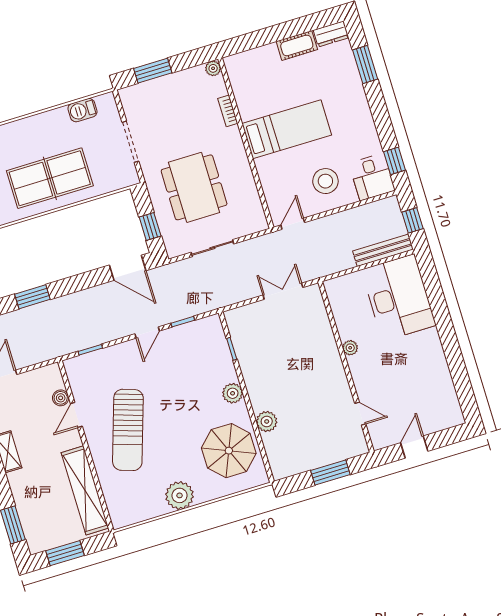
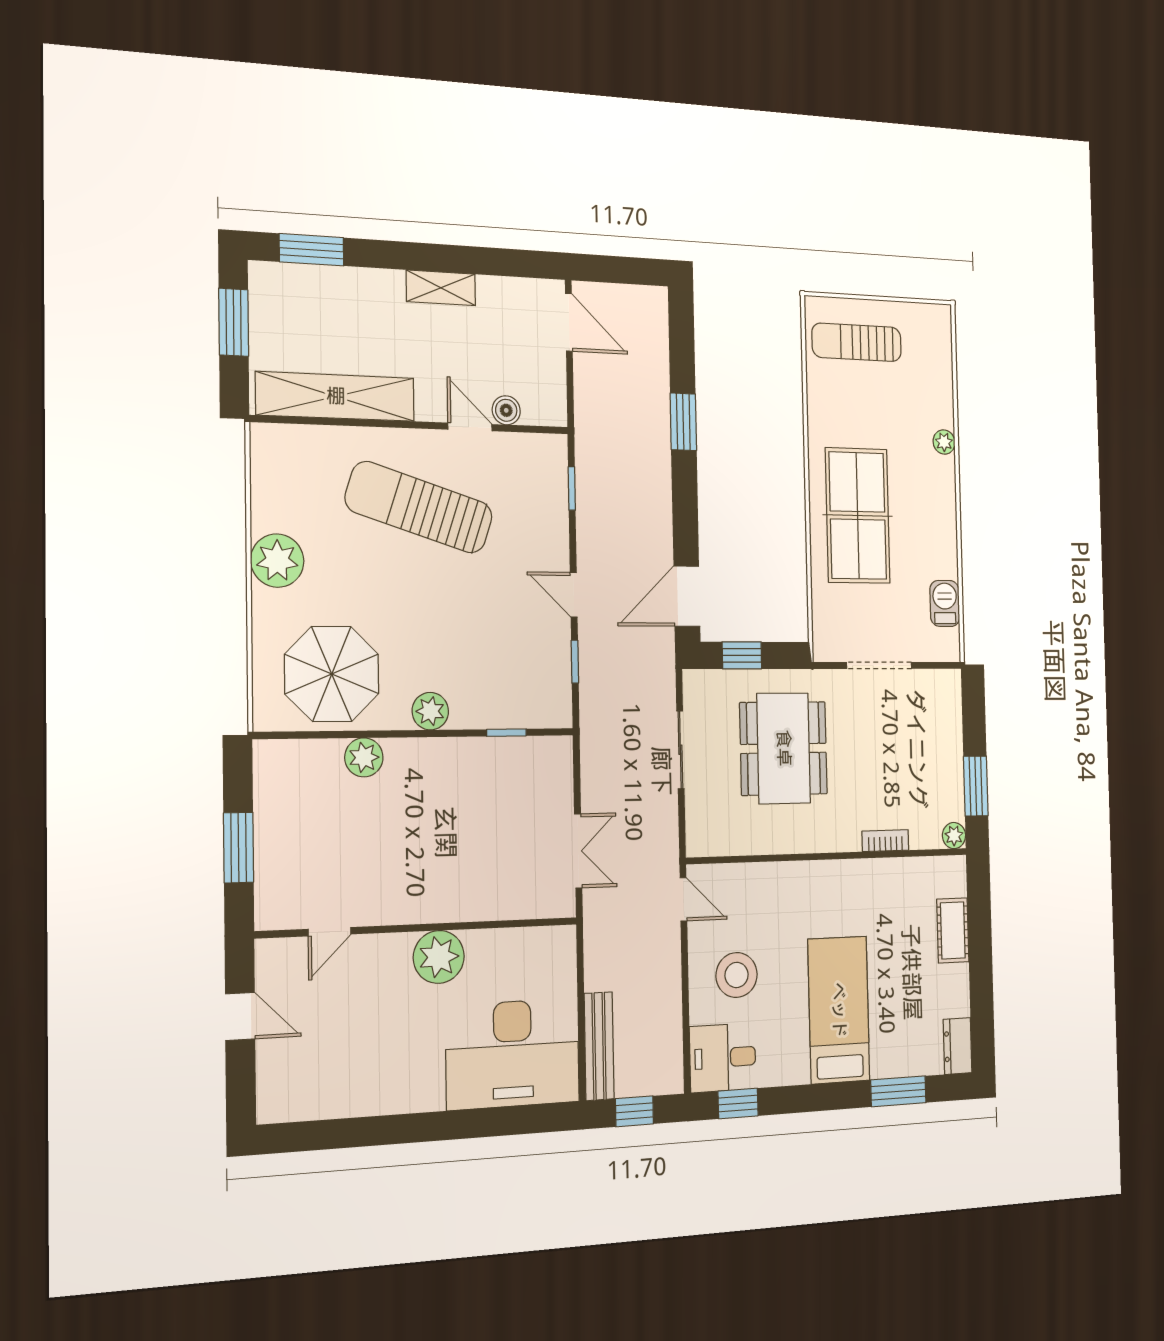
cot: (297, 45) -> (953, 930), moved
window: (153, 71) -> (976, 786), moved
bed: (287, 129) -> (839, 1010), moved, turned 180
dining table: (194, 187) -> (784, 748), turned 90
plant: (350, 348) -> (439, 957), width x1.87, depth x1.87

